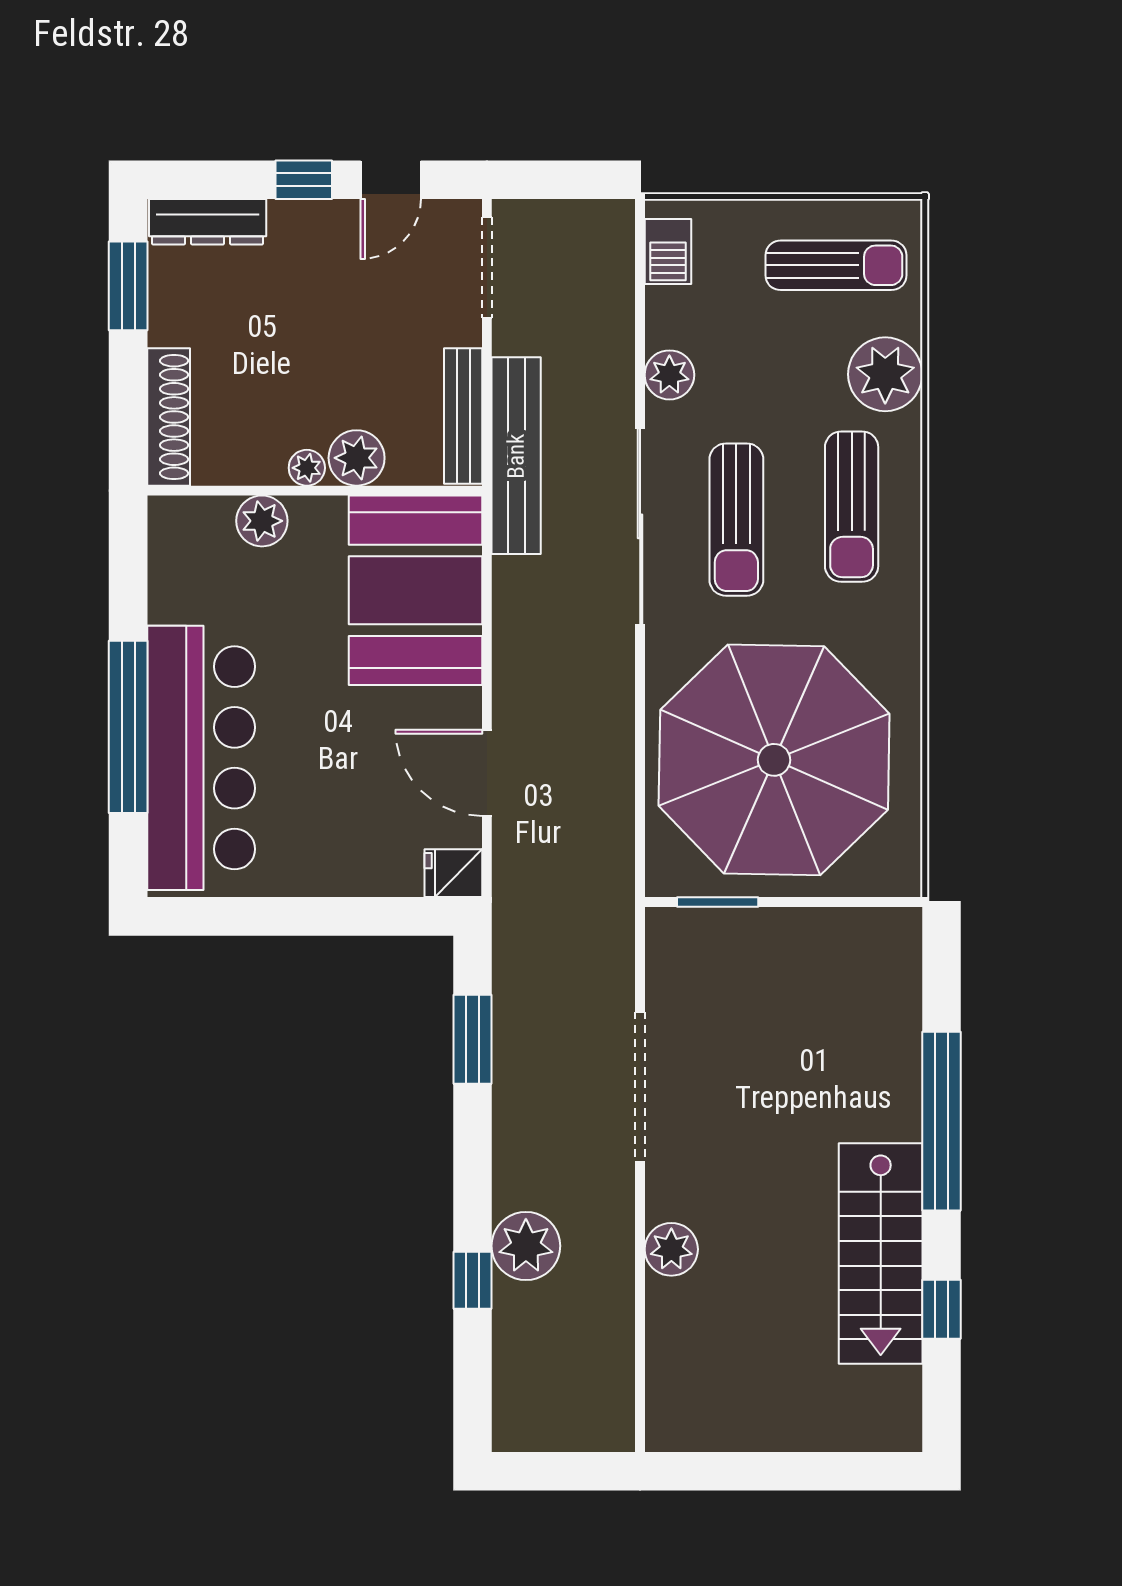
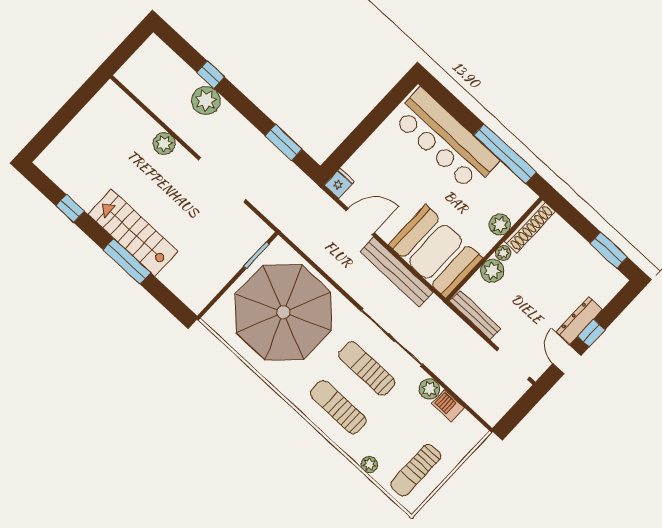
dresser: (208, 222) -> (579, 321), moved
barbecue: (668, 252) -> (448, 406), moved
plant: (885, 374) -> (369, 465), width x0.53, depth x0.53
shoe rack: (169, 417) -> (530, 226), moved, turned -90
bench: (516, 456) -> (397, 272), moved
window: (128, 727) -> (505, 154), moved
window: (941, 1121) -> (127, 261), width x0.68
stairs: (881, 1254) -> (133, 233), moved

